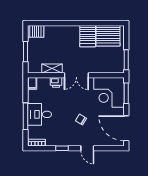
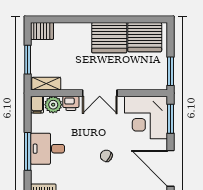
server rack: (88, 36) -> (109, 38), width x1.60
shelving: (52, 69) -> (46, 84), moved
plant: (44, 83) -> (53, 105), added

